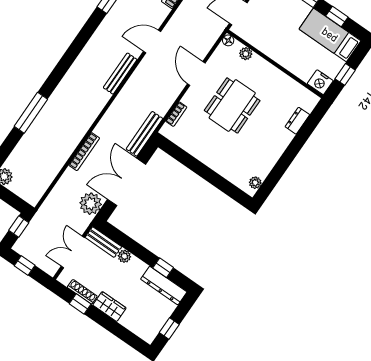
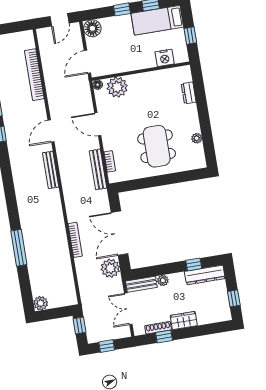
plant: (246, 54) -> (117, 87), width x1.88, depth x1.88
nightstand: (320, 82) -> (165, 58), moved
dining table: (232, 105) -> (157, 146), moved
bench: (144, 134) -> (98, 169), moved
plant: (255, 183) -> (197, 138), moved

